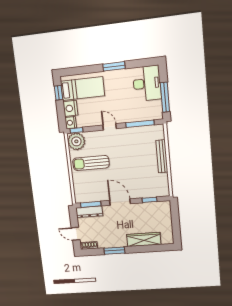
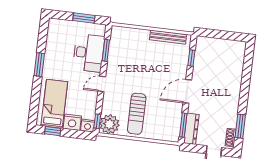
desk: (147, 83) -> (89, 53), moved, turned 90
window: (165, 97) -> (84, 18), width x0.69
window: (140, 124) -> (106, 50), width x0.69
bench: (162, 156) -> (168, 37), moved
wardrobe: (144, 239) -> (235, 74), removed
window: (114, 251) -> (240, 126), moved

